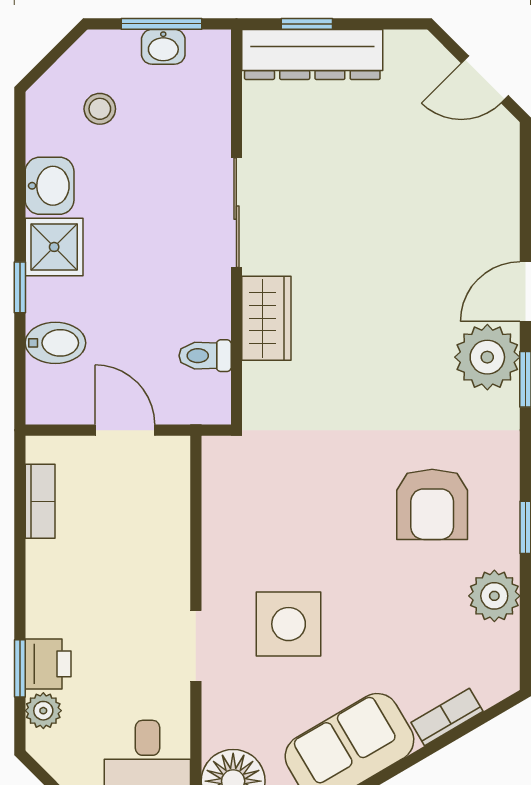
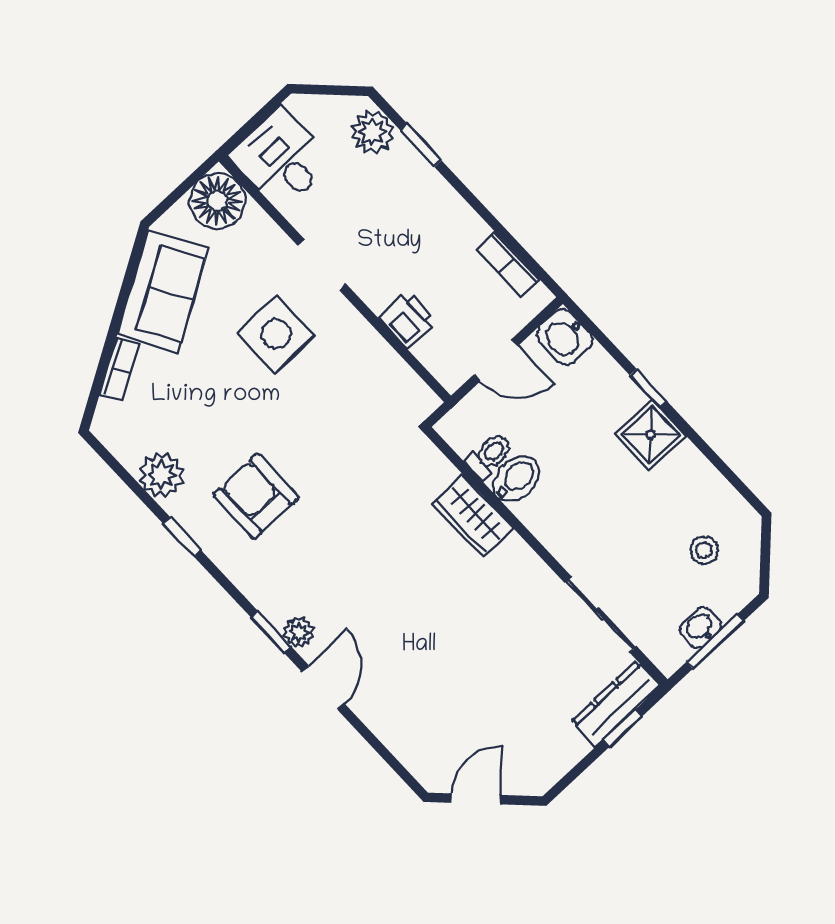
dresser: (312, 54) -> (616, 704), width x0.73, depth x0.80
washbasin: (50, 186) -> (565, 337), moved
sliding door: (236, 213) -> (601, 615), moved
bidet: (55, 343) -> (516, 479), moved, turned 180
plant: (487, 357) -> (299, 632), width x0.53, depth x0.53
printer: (48, 664) -> (407, 320), moved, turned 180
plant: (43, 711) -> (372, 132), width x1.38, depth x1.38

